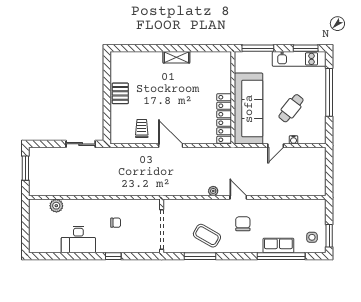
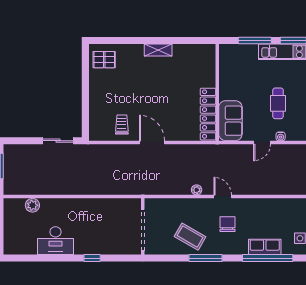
window: (258, 48) -> (255, 40), moved
pallet: (120, 93) -> (104, 60), moved, turned 90
cafe table: (291, 108) -> (278, 103), turned -38
sofa: (249, 109) -> (230, 121), width x0.54, depth x0.79
chair: (116, 223) -> (95, 223), removed
window: (200, 256) -> (206, 258), moved

